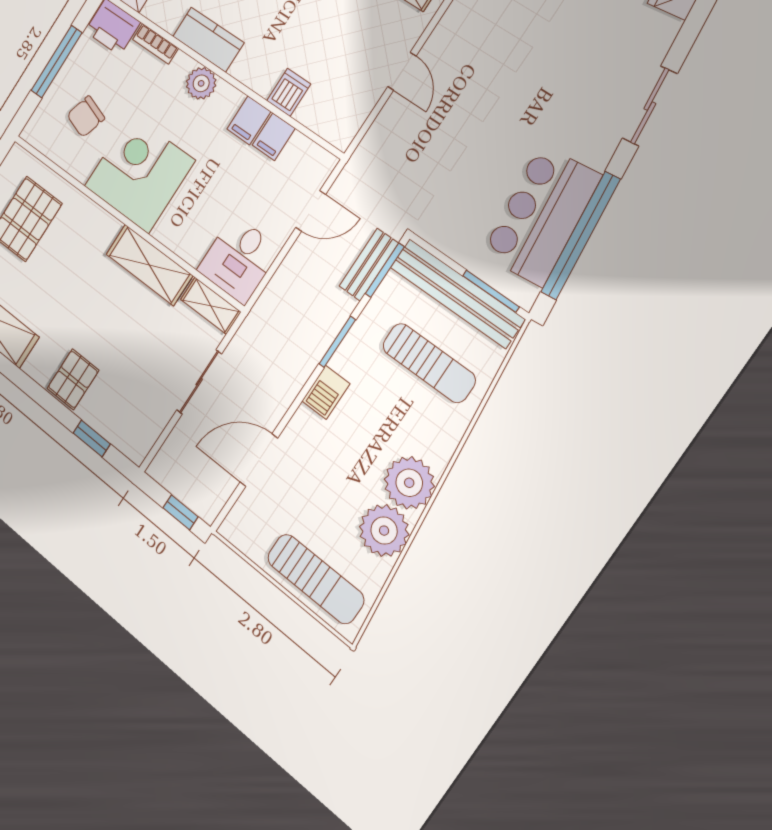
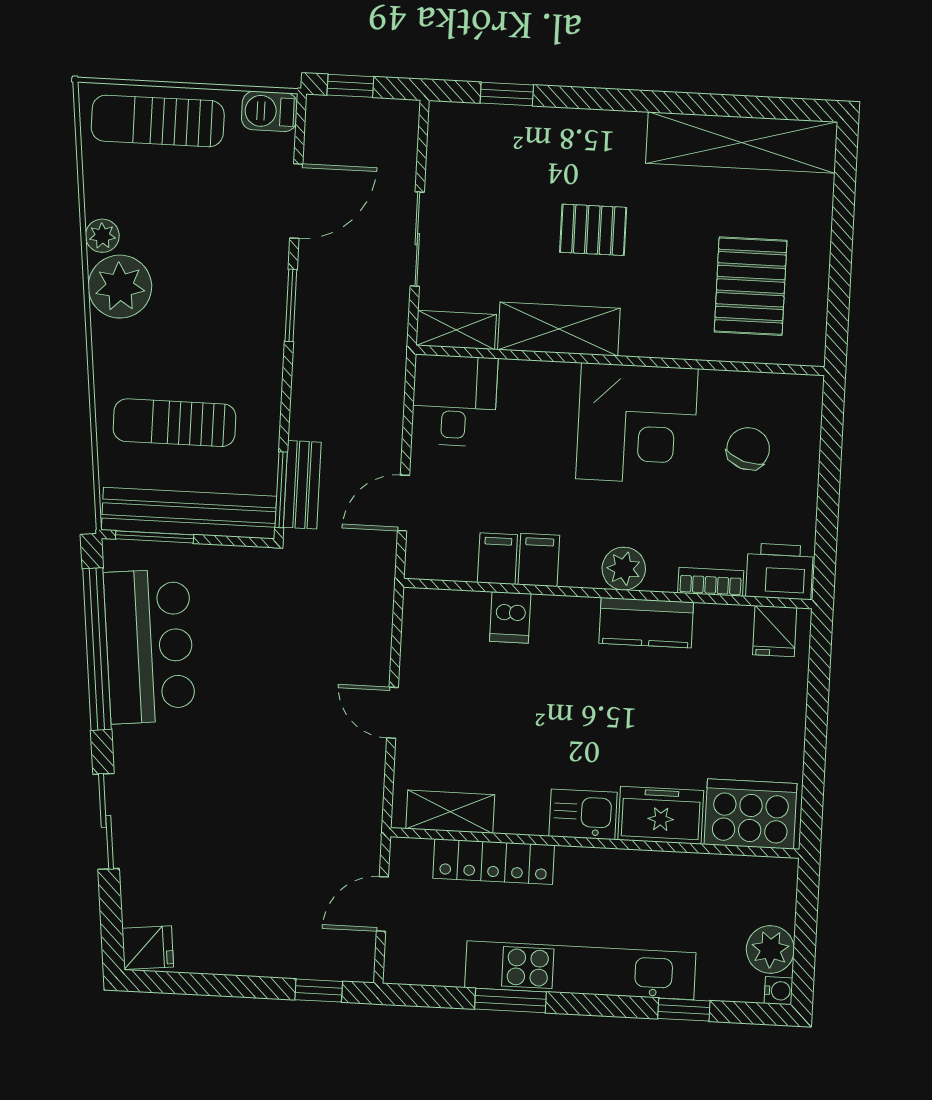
window: (57, 62) -> (829, 491), removed
window: (337, 342) -> (291, 305), moved
pallet: (73, 379) -> (593, 230), moved, turned 90
barbecue: (326, 392) -> (269, 111), moved, turned -90
plant: (384, 531) -> (102, 236), width x0.53, depth x0.53

